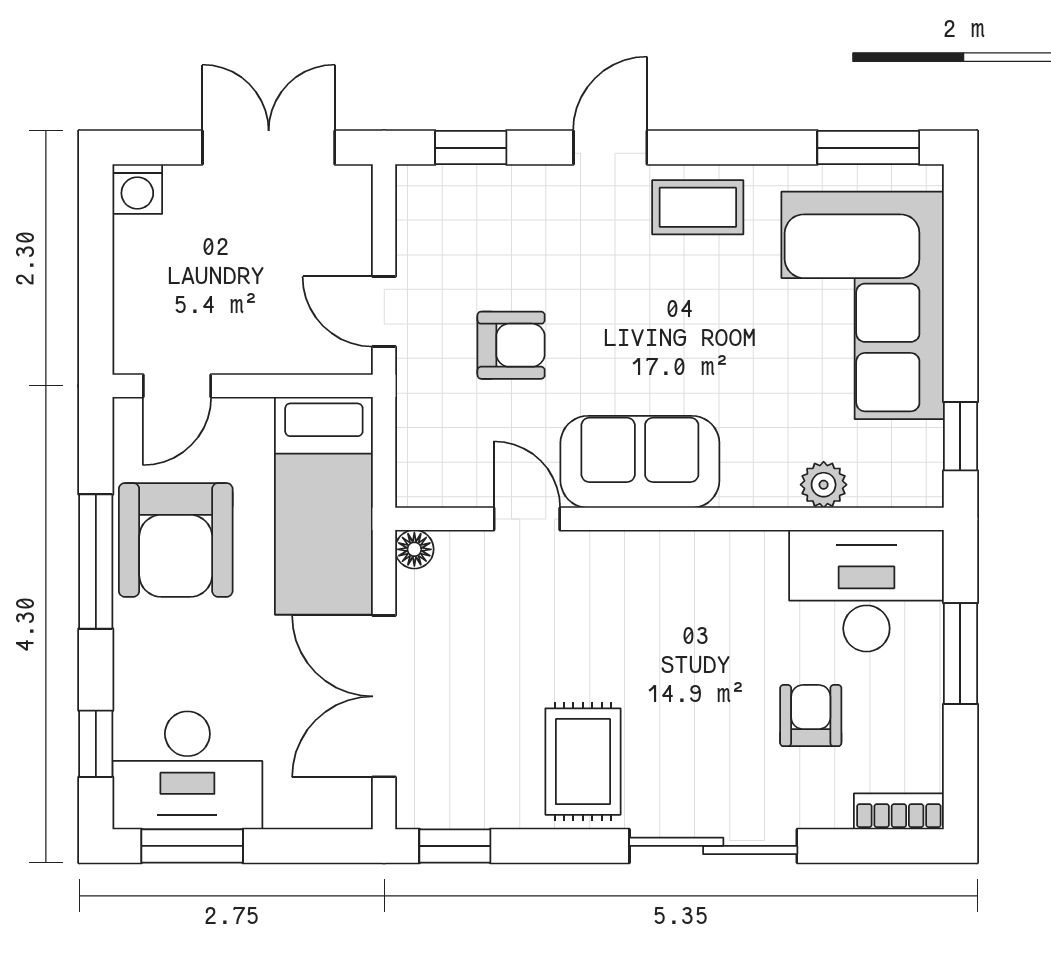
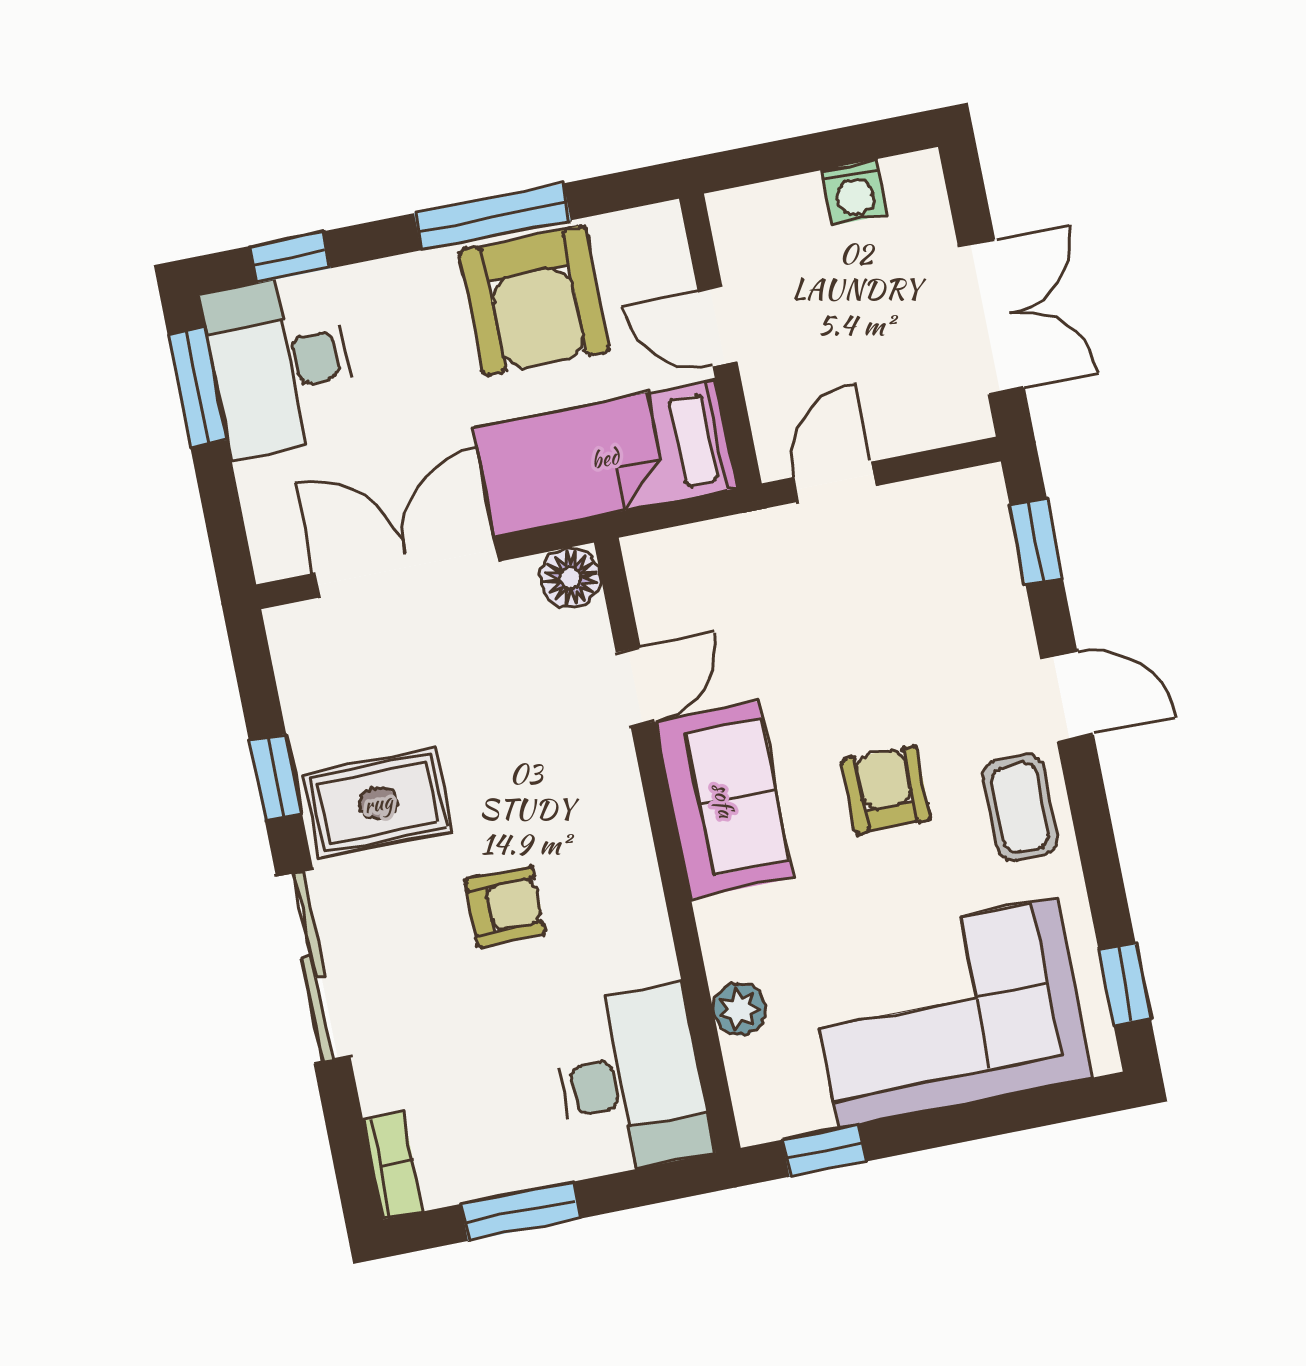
window: (868, 148) -> (1125, 984), width x0.67
washing machine: (137, 189) -> (855, 192), moved, turned -90
armchair: (511, 345) -> (886, 790), moved, turned 180
door: (177, 386) -> (717, 326), moved
armchair: (176, 540) -> (534, 301), turned -90
floor lamp: (414, 549) -> (570, 578), width x1.37, depth x1.37
window: (960, 654) -> (521, 1211), moved
armchair: (811, 716) -> (505, 907), moved
window: (455, 846) -> (275, 777), moved

